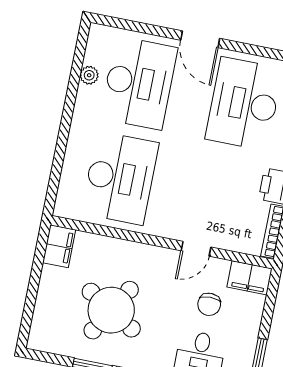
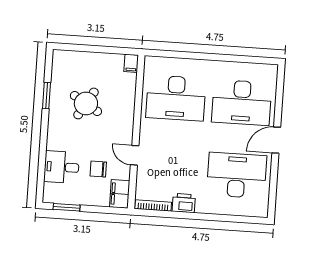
plant: (89, 75) -> (242, 68), removed
filing cabinet: (59, 246) -> (131, 63), width x0.50
round table: (111, 310) -> (86, 103), width x0.73, depth x0.73

